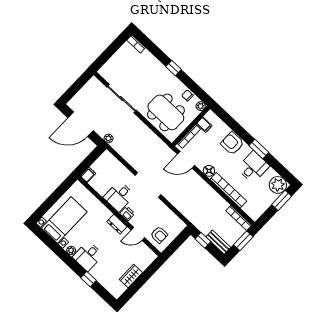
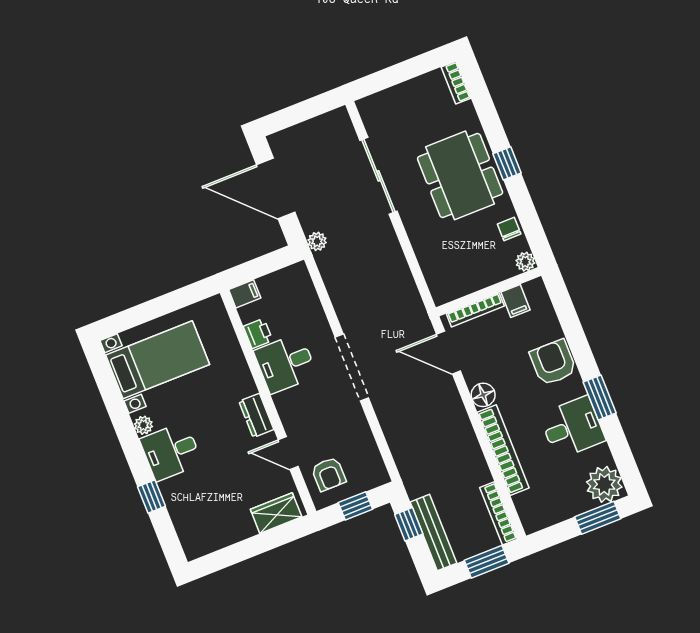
dining table: (166, 112) -> (460, 175), moved
printer: (127, 213) -> (258, 333), moved
bench: (218, 242) -> (433, 533), width x1.36
window: (177, 243) -> (355, 506), added
wardrobe: (131, 276) -> (276, 513), moved

